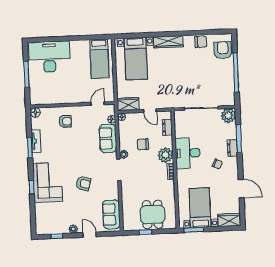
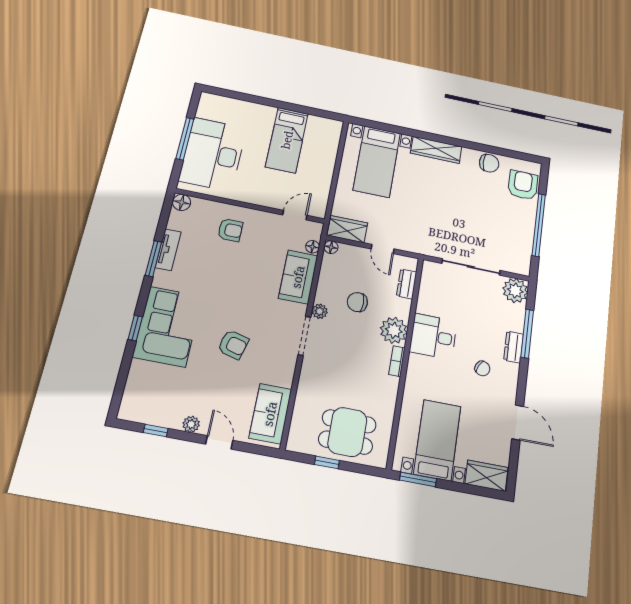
desk: (49, 57) -> (213, 154), moved, turned -90
bed: (99, 59) -> (287, 140), moved
desk: (188, 153) -> (433, 336), width x0.73
dining table: (153, 214) -> (347, 432), turned 90

